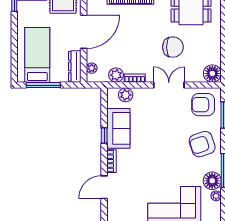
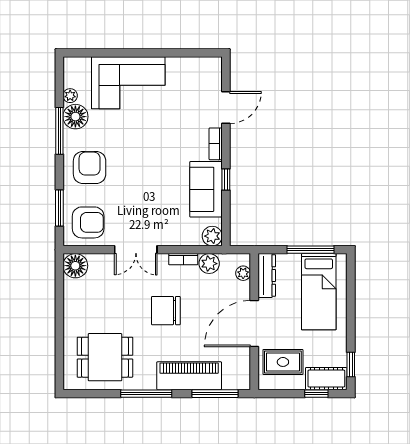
chair: (173, 47) -> (166, 311), moved
plant: (126, 95) -> (212, 236), moved
armchair: (202, 144) -> (90, 167), turned -72

